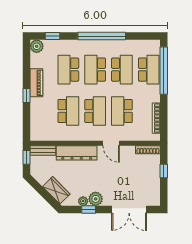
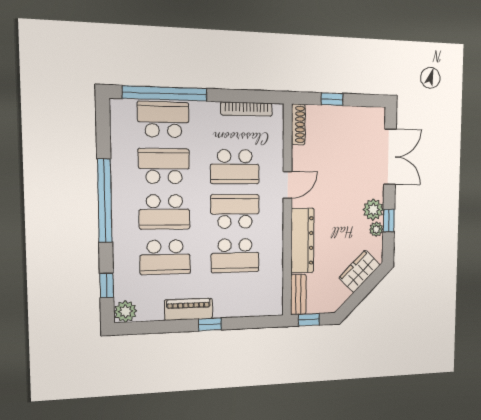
school desk: (68, 111) -> (235, 256), turned 180

